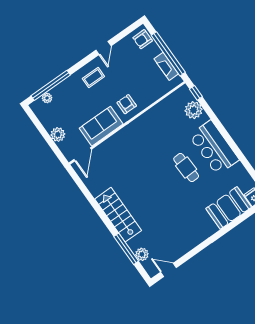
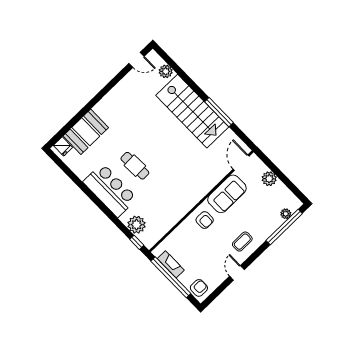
stairs: (118, 215) -> (192, 111), width x1.36, depth x1.51
window: (126, 249) -> (219, 112), moved

